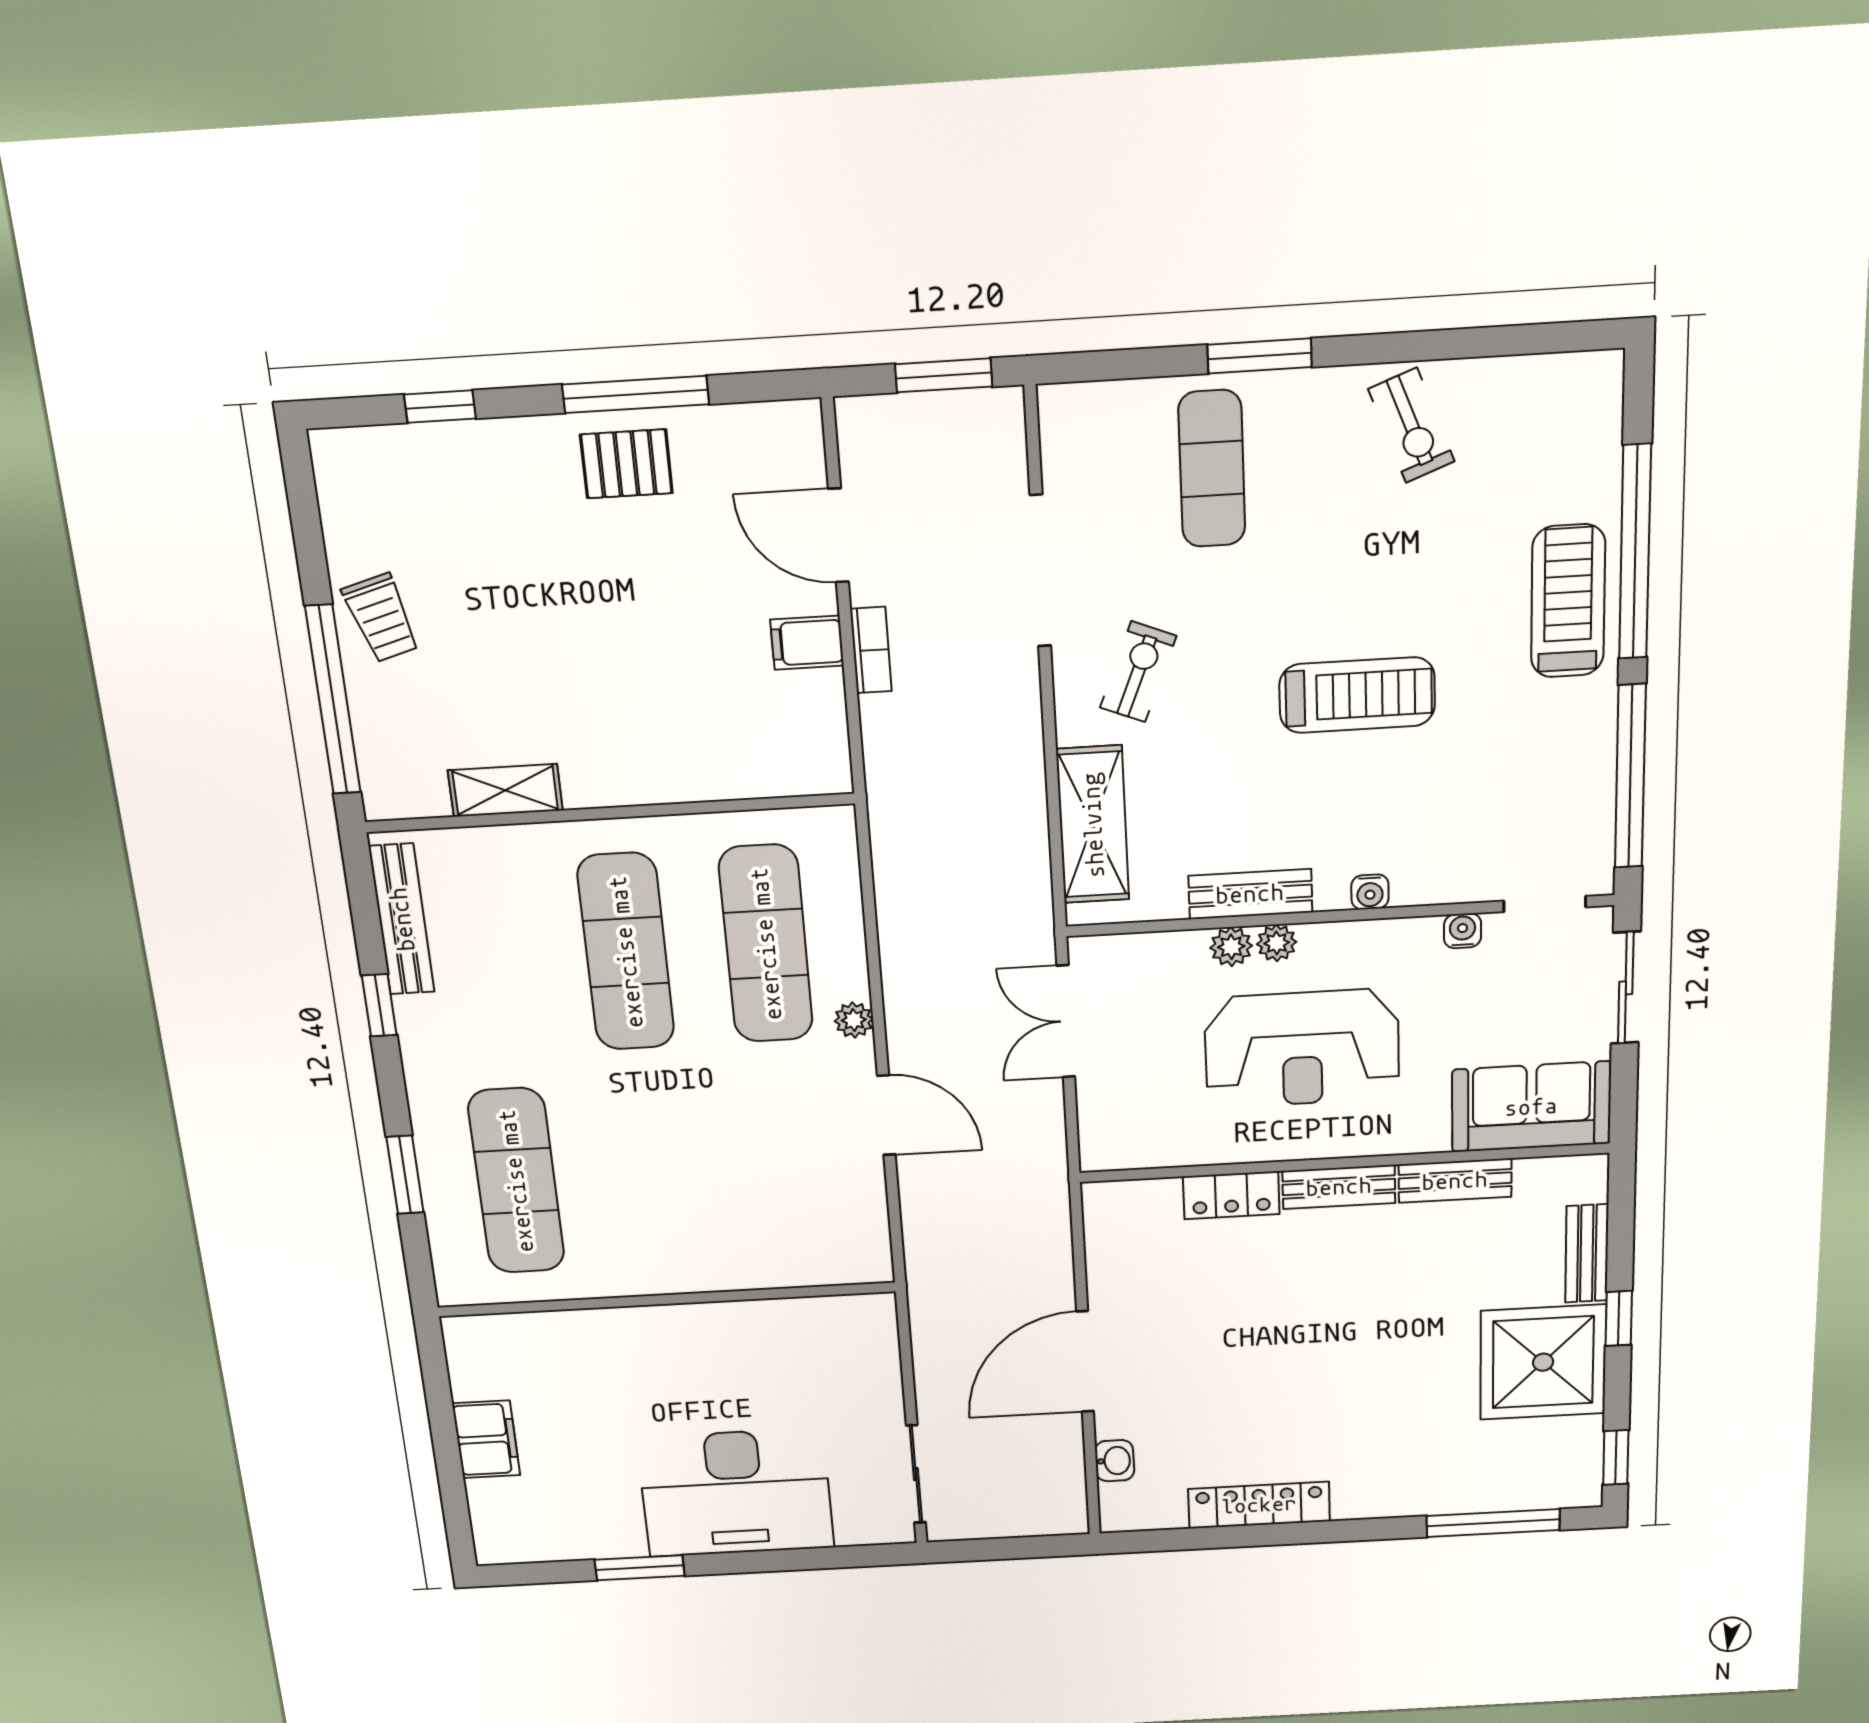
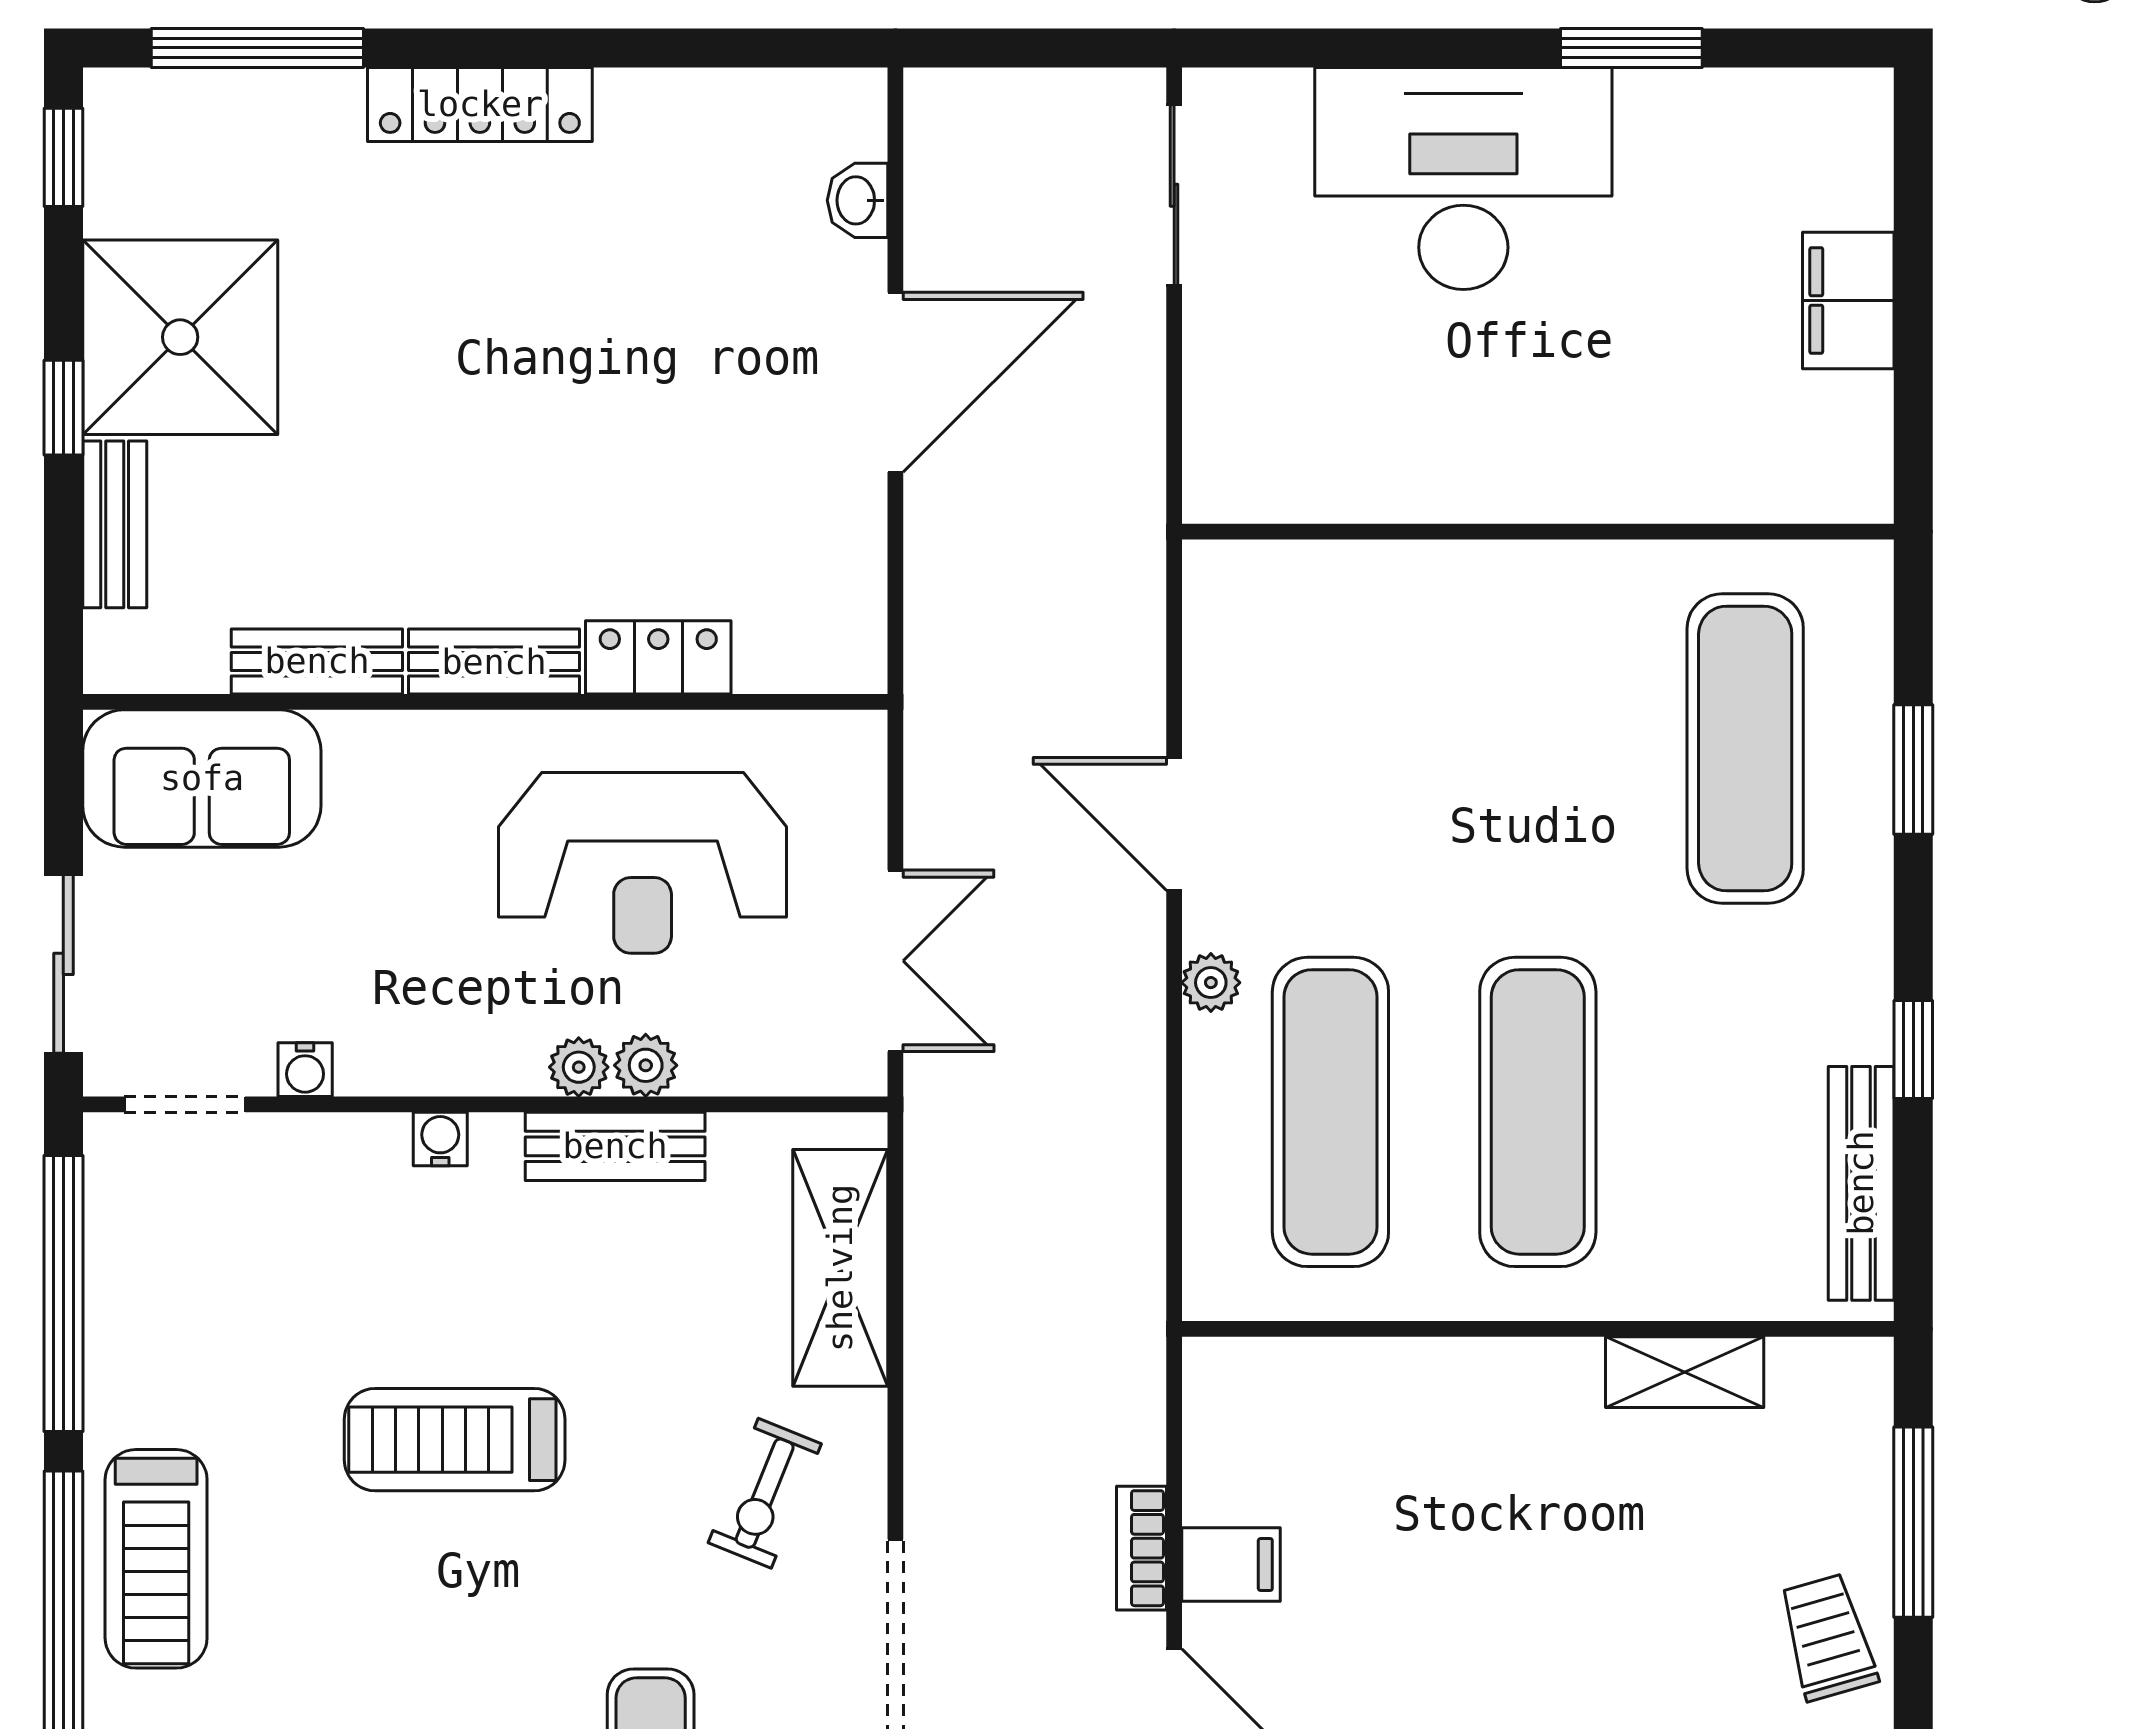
window: (333, 700) -> (1913, 1522), width x0.68
reception desk: (1302, 1048) -> (643, 863), moved, turned 180
locker: (1259, 1505) -> (480, 104), moved

